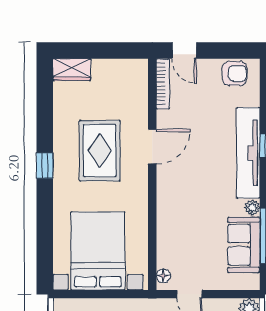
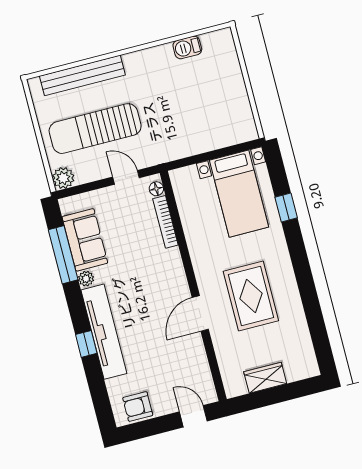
wardrobe: (72, 70) -> (265, 378), moved
bookcase: (163, 84) -> (165, 222), moved
window: (45, 166) -> (286, 208), moved
bed with nightstands: (98, 251) -> (239, 194), width x0.73

